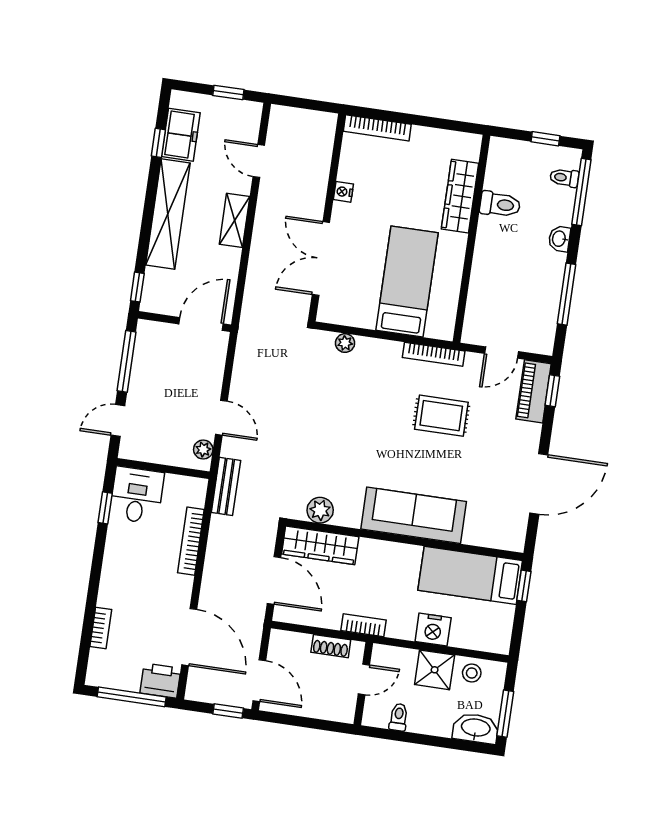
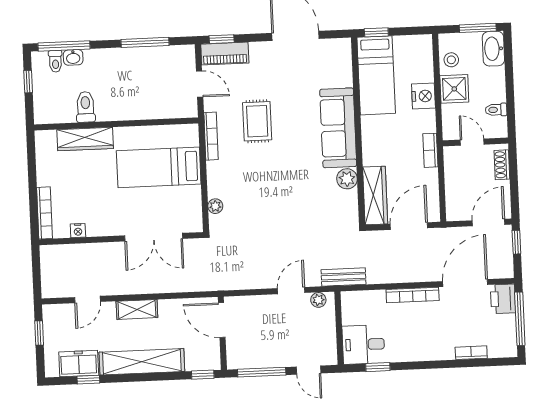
nightstand: (343, 192) -> (78, 231), moved
washbasin: (559, 239) -> (73, 57), moved
plant: (320, 510) -> (347, 179), moved
bookcase: (191, 541) -> (413, 295), moved
shoe rack: (331, 646) -> (502, 165), moved, turned 180

